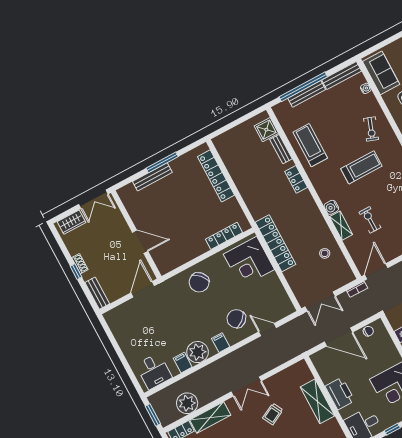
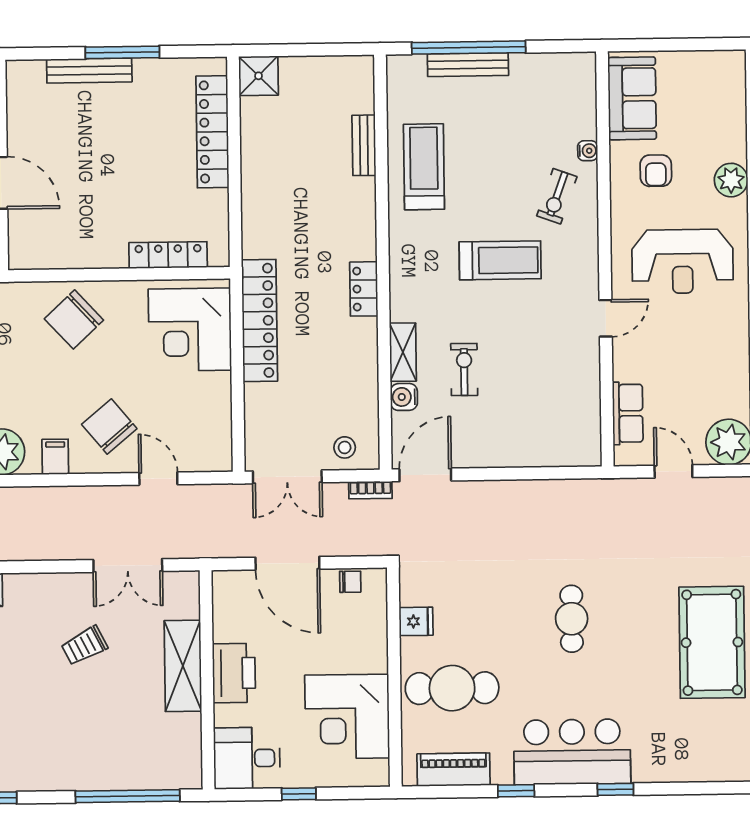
bench: (342, 75) -> (553, 64), removed
water cooler: (366, 88) -> (588, 151), moved
shower: (266, 130) -> (258, 76), moved
locker: (296, 179) -> (364, 289), moved
water cooler: (331, 207) -> (404, 397), moved
stool: (325, 253) -> (345, 447), moved
double door: (246, 386) -> (128, 566), moved

